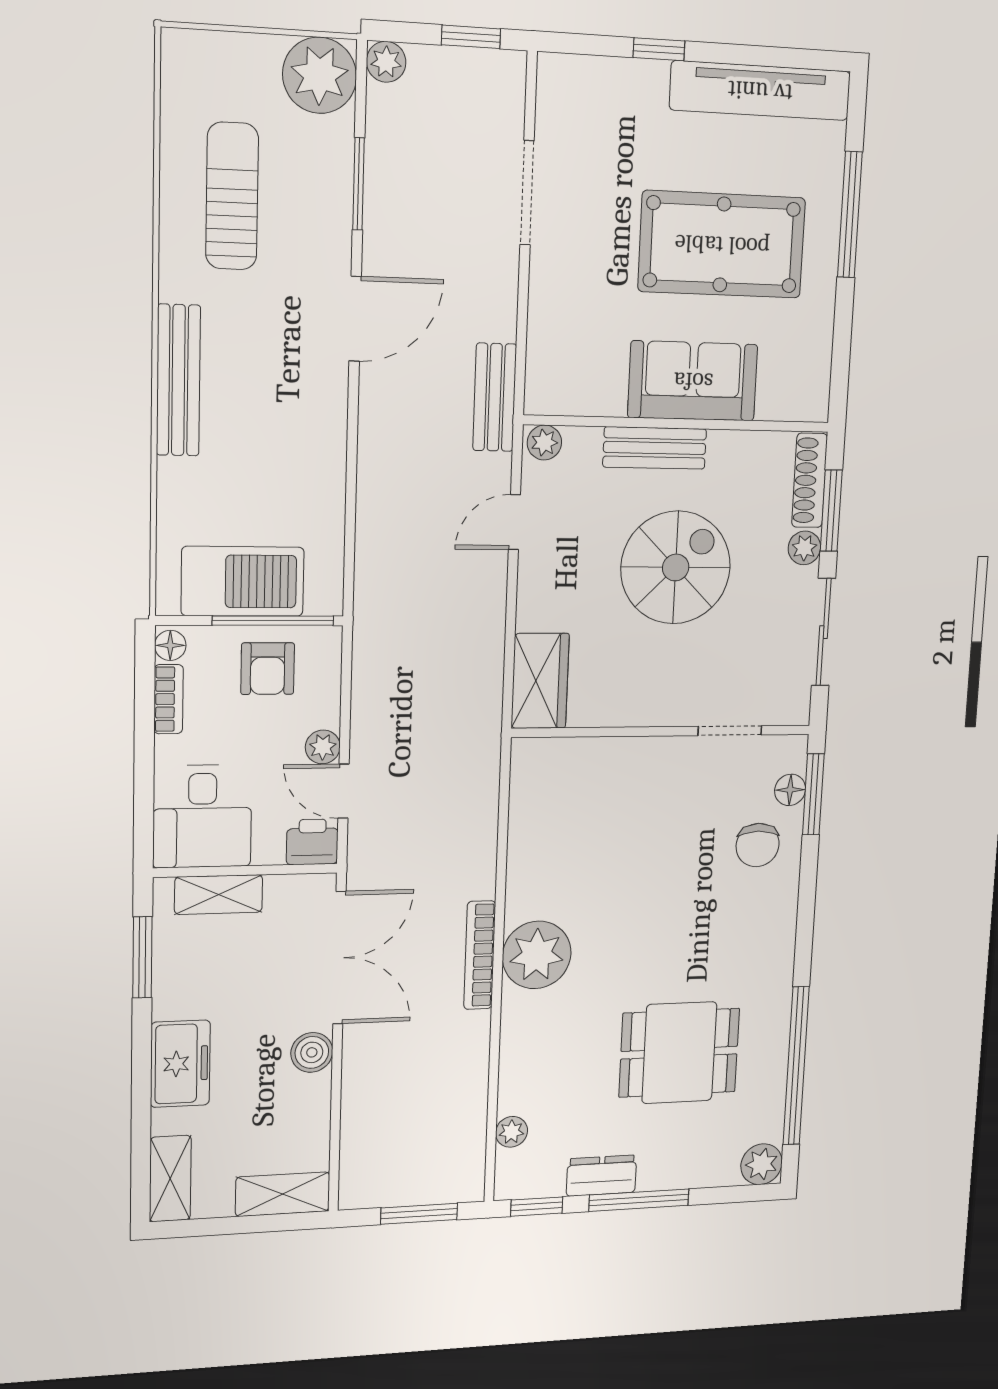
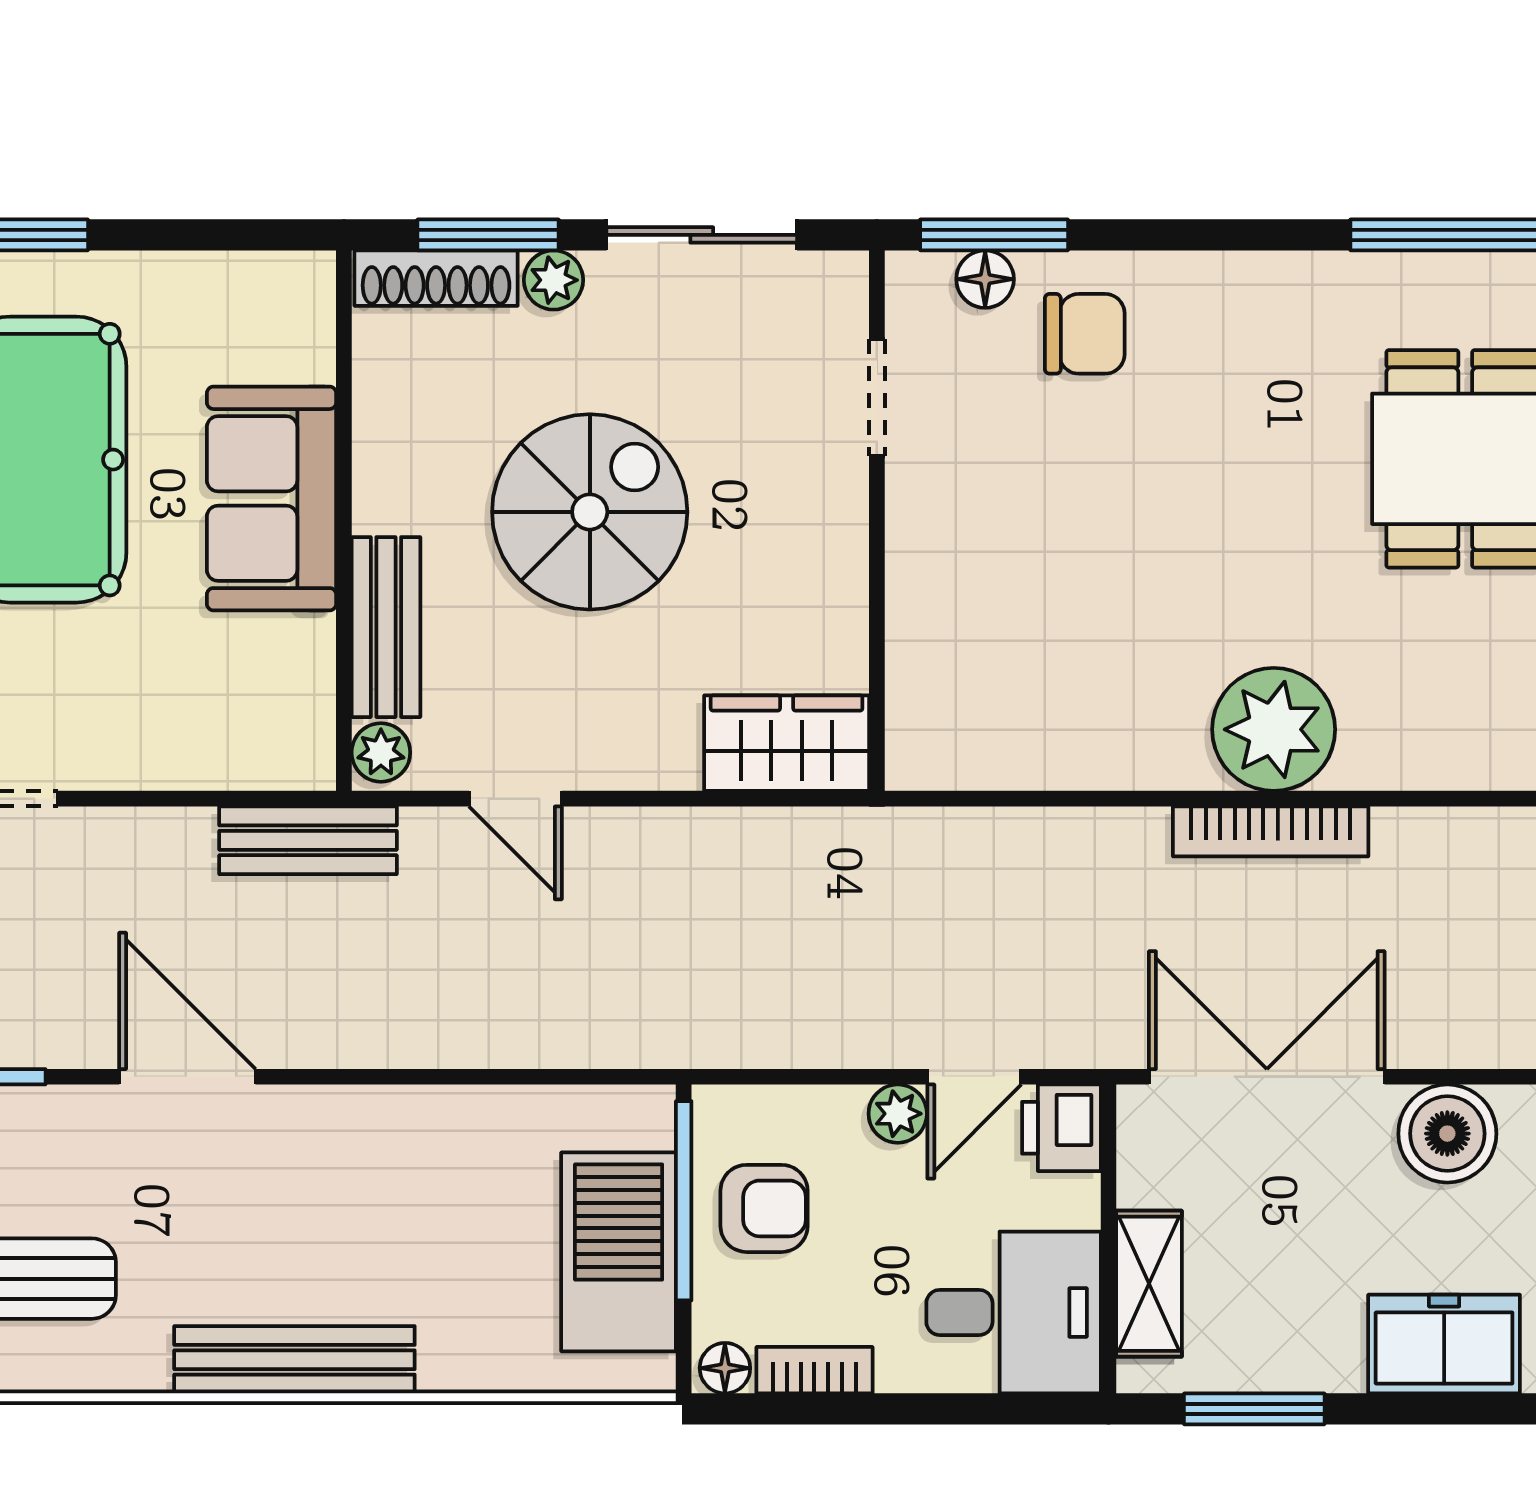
bench: (655, 448) -> (386, 627), moved
spiral stairs: (676, 567) -> (590, 512), turned 90
boiler: (312, 1052) -> (1447, 1134), width x1.36, depth x1.36

